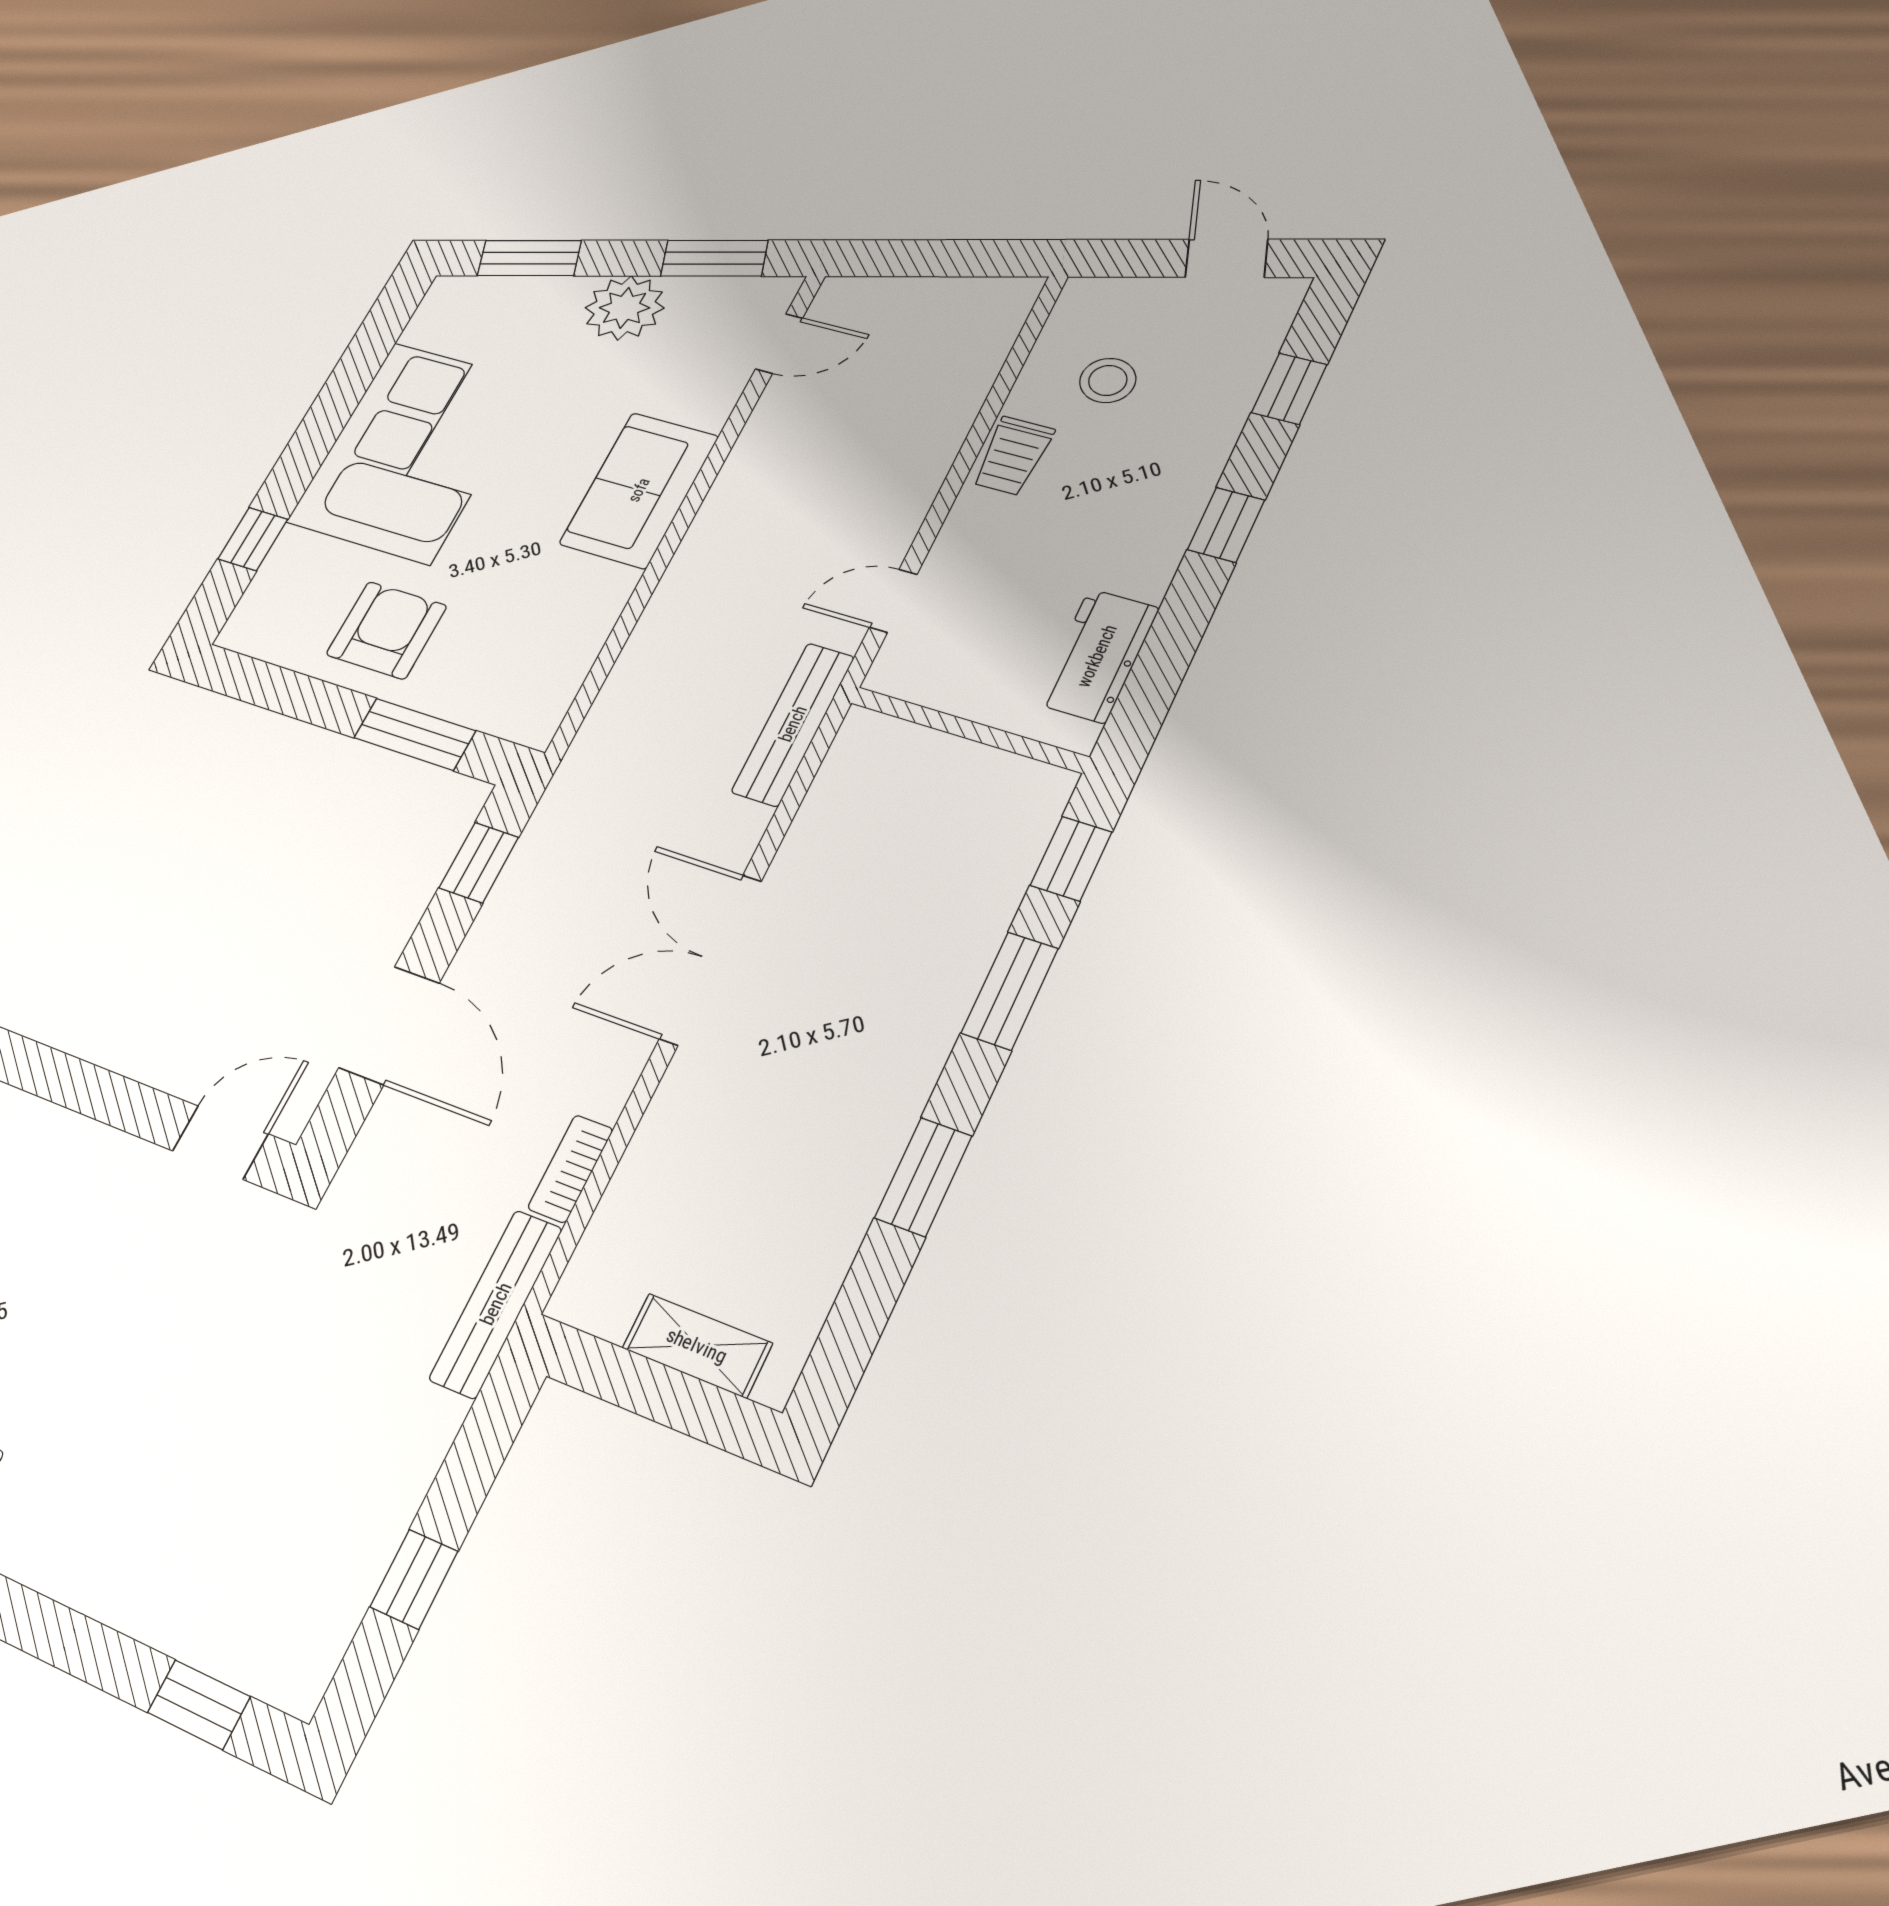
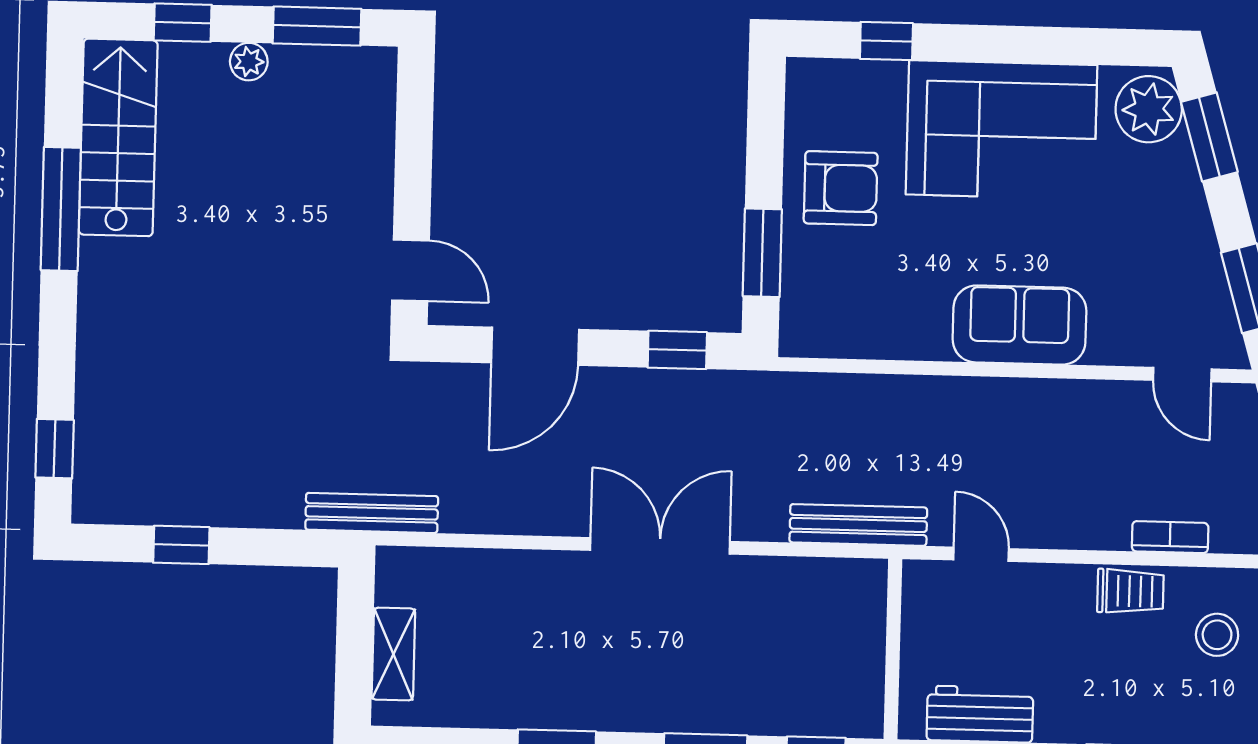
plant: (624, 308) -> (1149, 109), moved
trolley: (1013, 456) -> (1130, 591), turned 180
bookcase: (570, 1169) -> (1170, 537), moved

